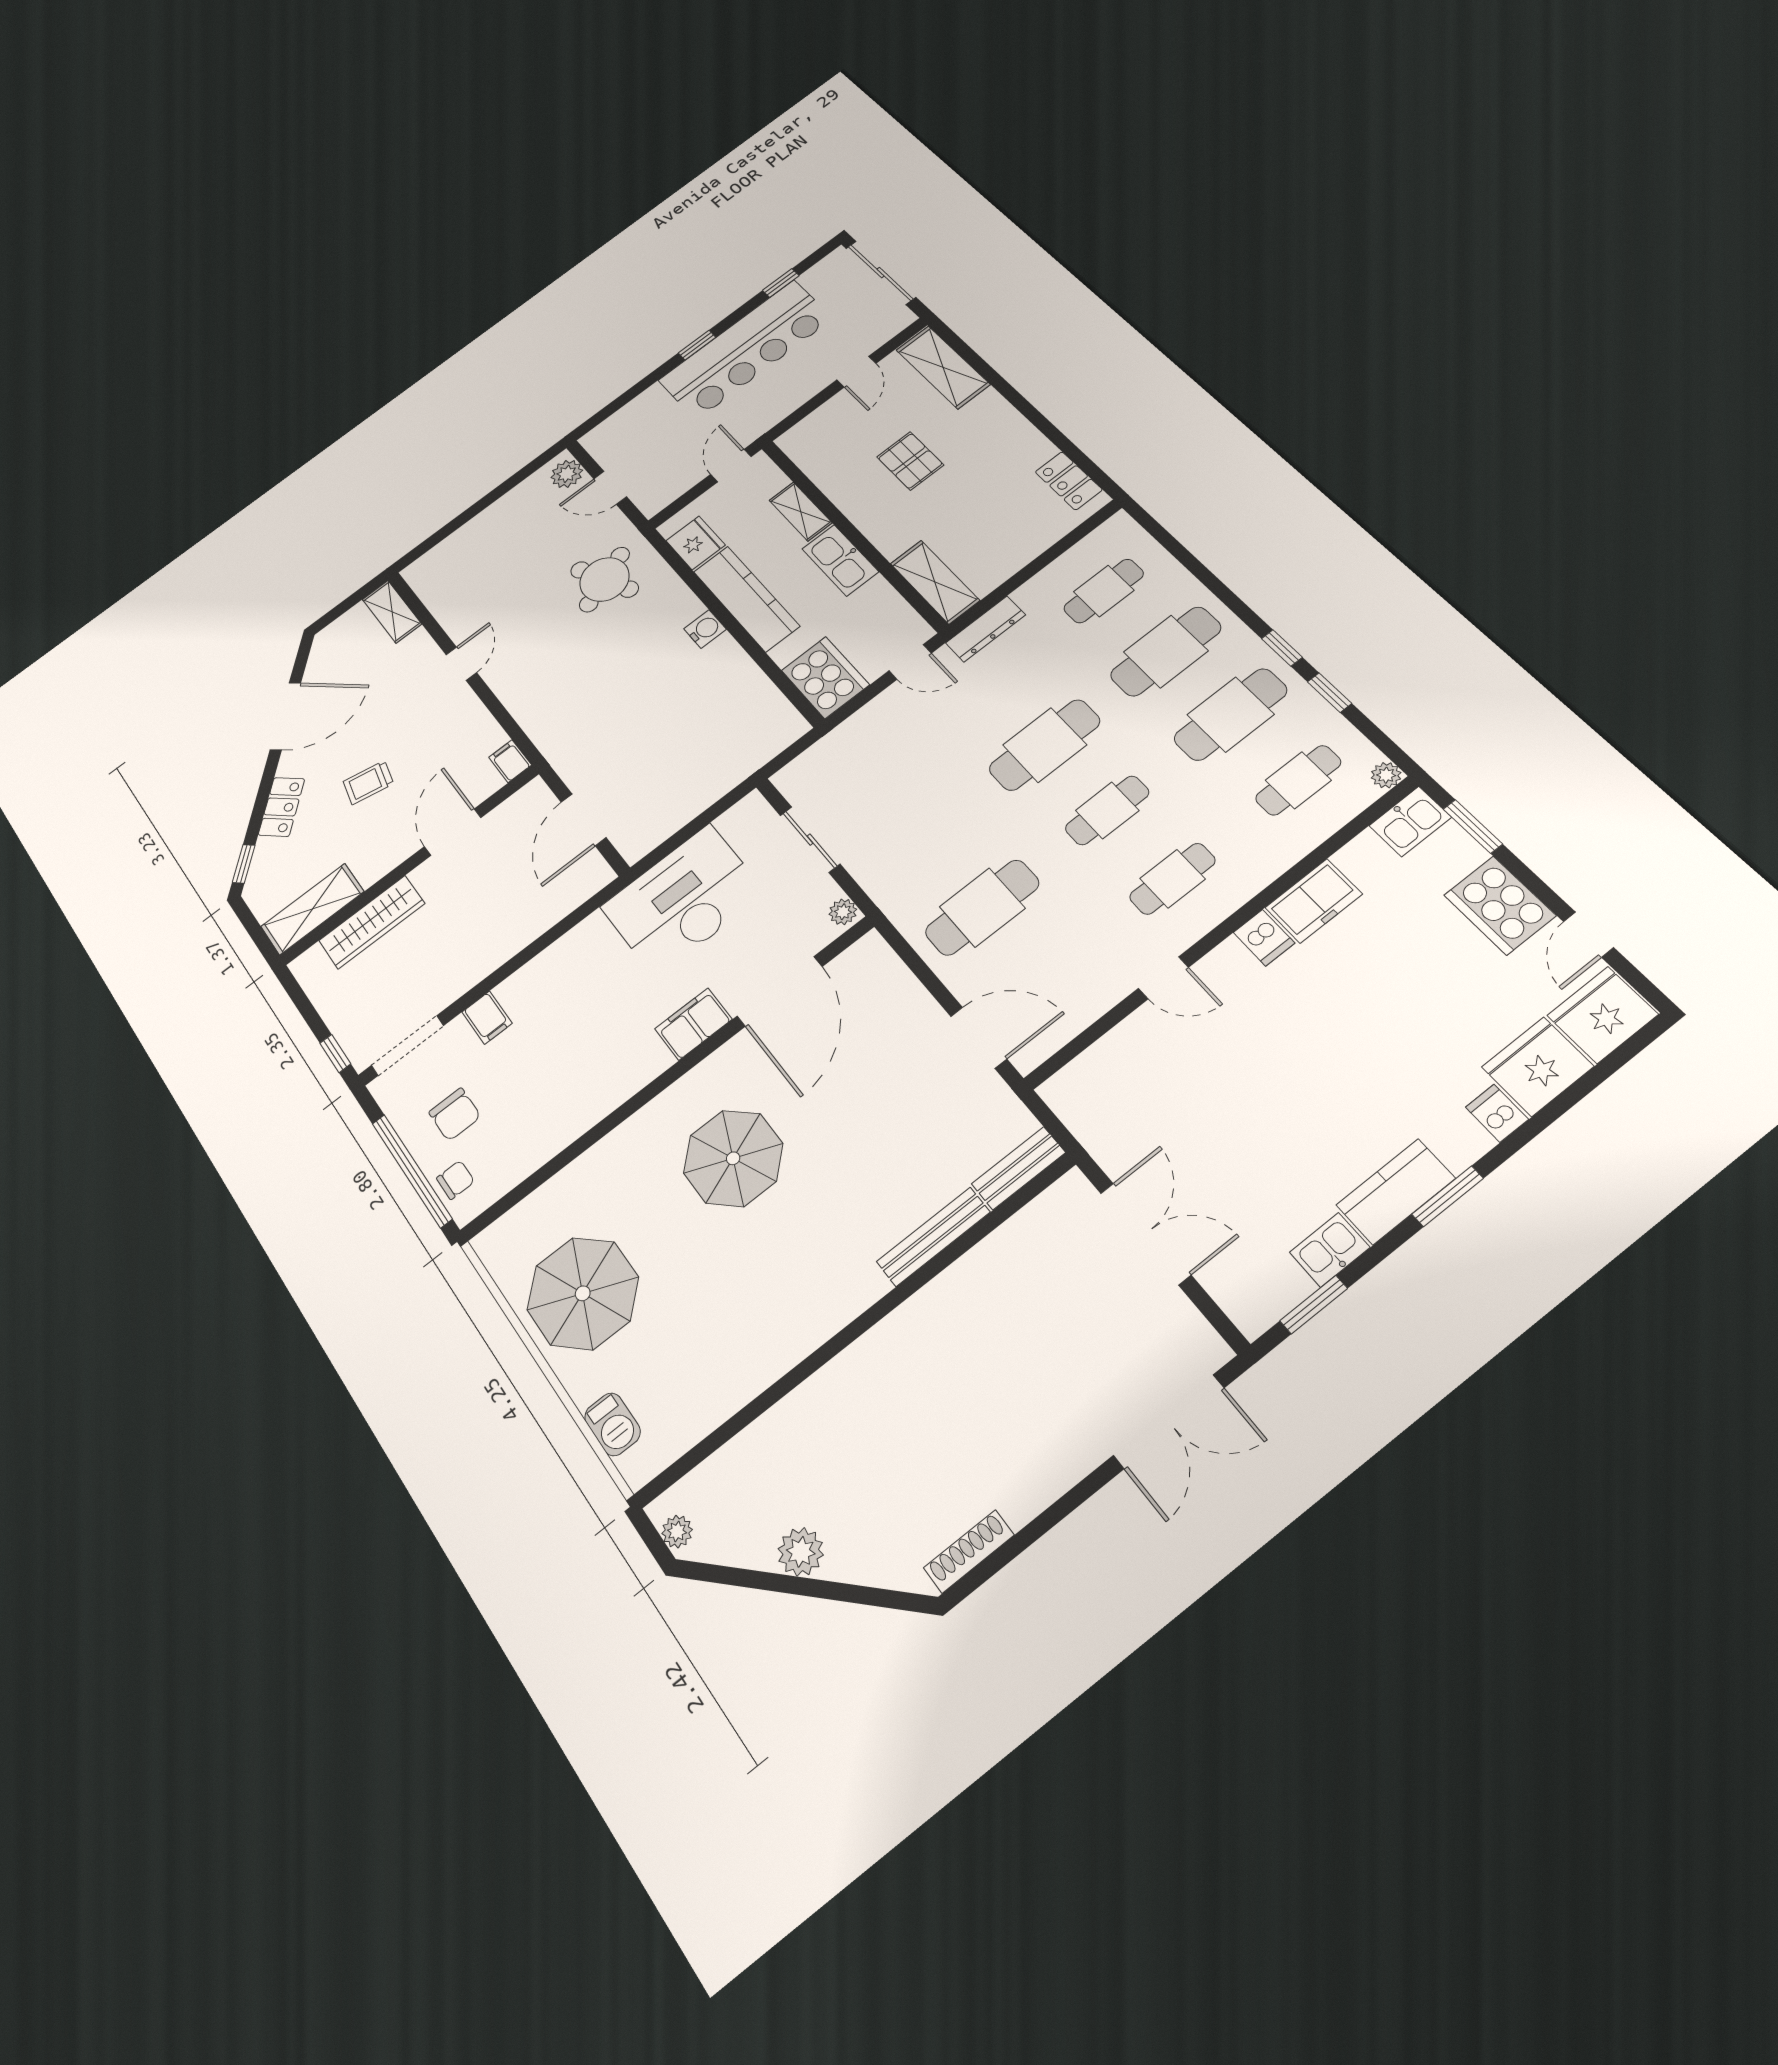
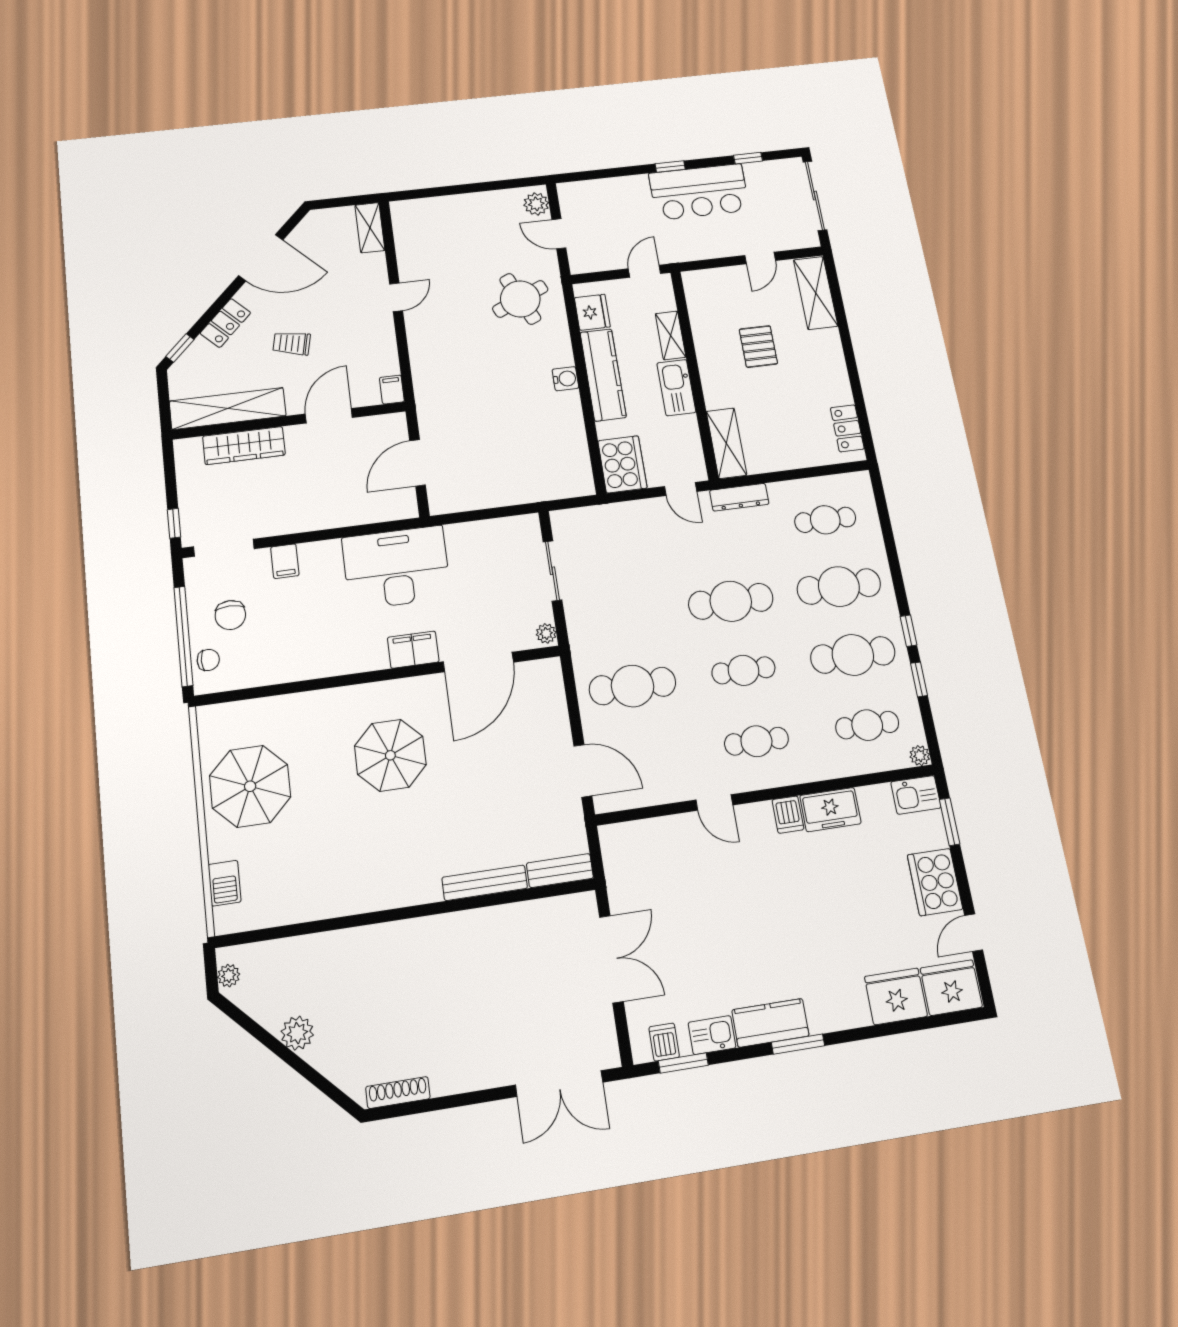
bar counter: (745, 349) -> (699, 192), width x0.73
desk: (683, 900) -> (396, 568), moved
shelving: (312, 909) -> (228, 409), width x1.47
dishwasher: (1497, 1113) -> (664, 1042), moved

